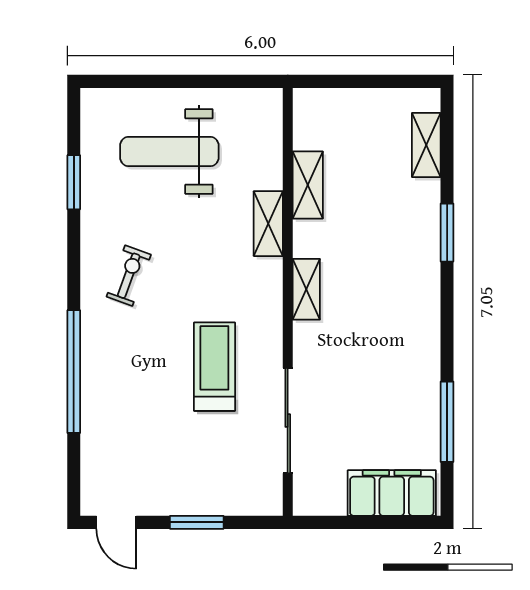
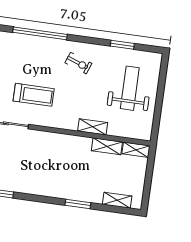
shelving: (306, 289) -> (136, 150), moved

